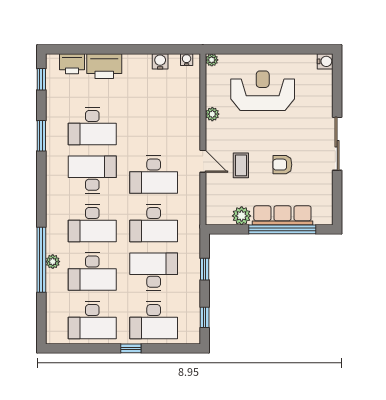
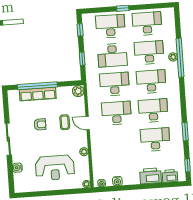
water cooler: (325, 61) -> (17, 168), moved
desk: (92, 175) -> (153, 111), turned 180
plant: (242, 216) -> (78, 91), moved

